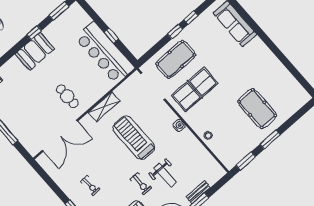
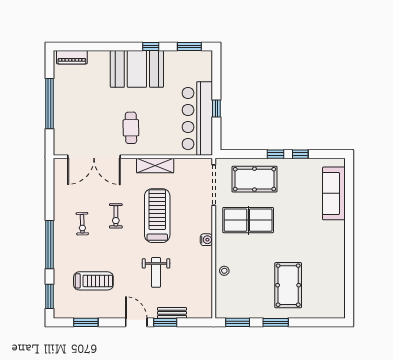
booth: (35, 51) -> (137, 69), width x1.36, depth x1.42
exercise bike: (141, 184) -> (116, 216), moved

